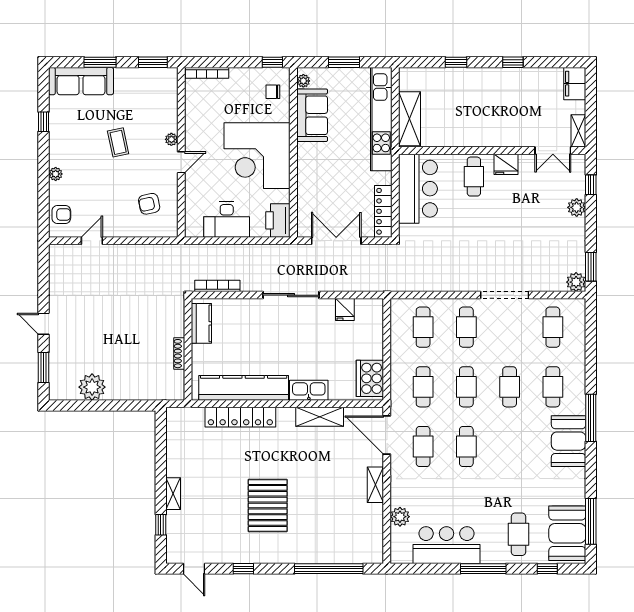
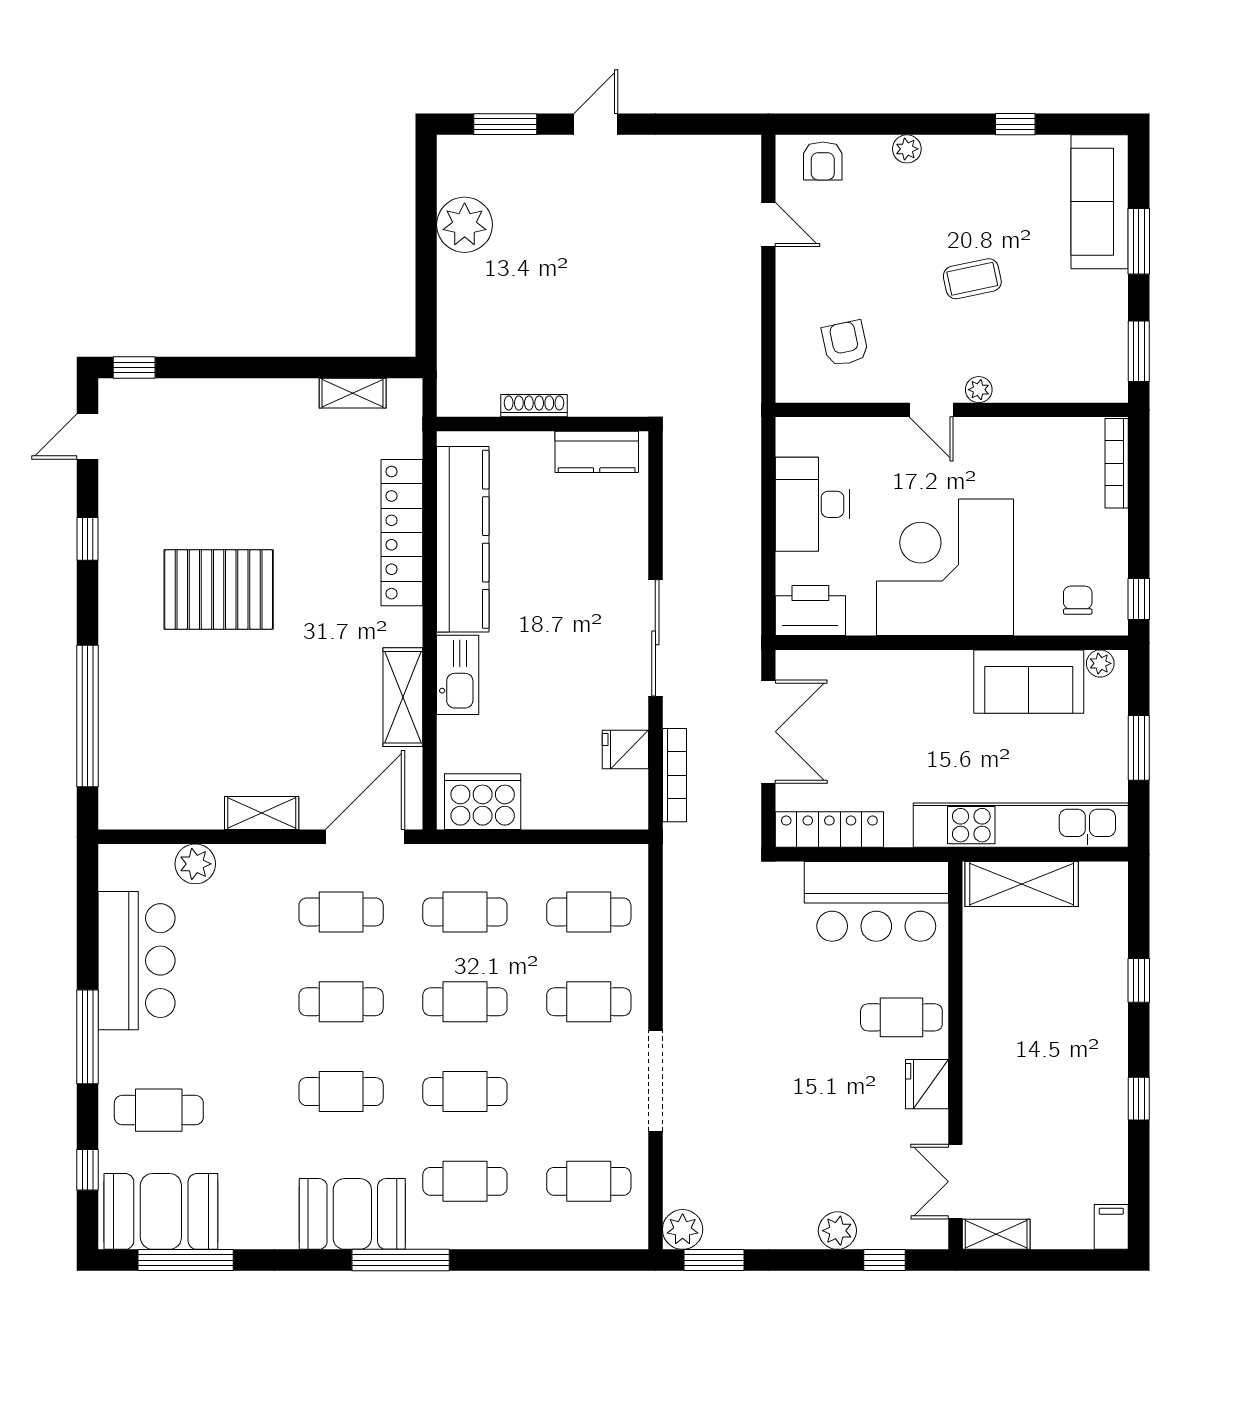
filing cabinet: (575, 84) -> (1111, 1227), width x0.50
bookcase: (217, 286) -> (674, 775), moved
cafe table: (510, 446) -> (341, 1092), added
shelving: (173, 494) -> (353, 393), moved
window: (161, 525) -> (134, 368), moved

